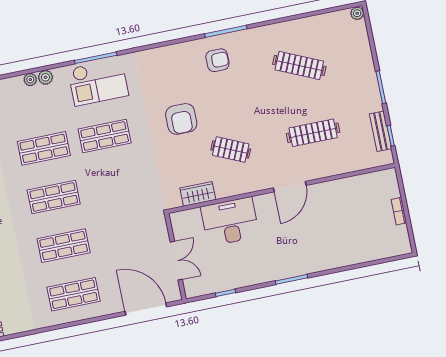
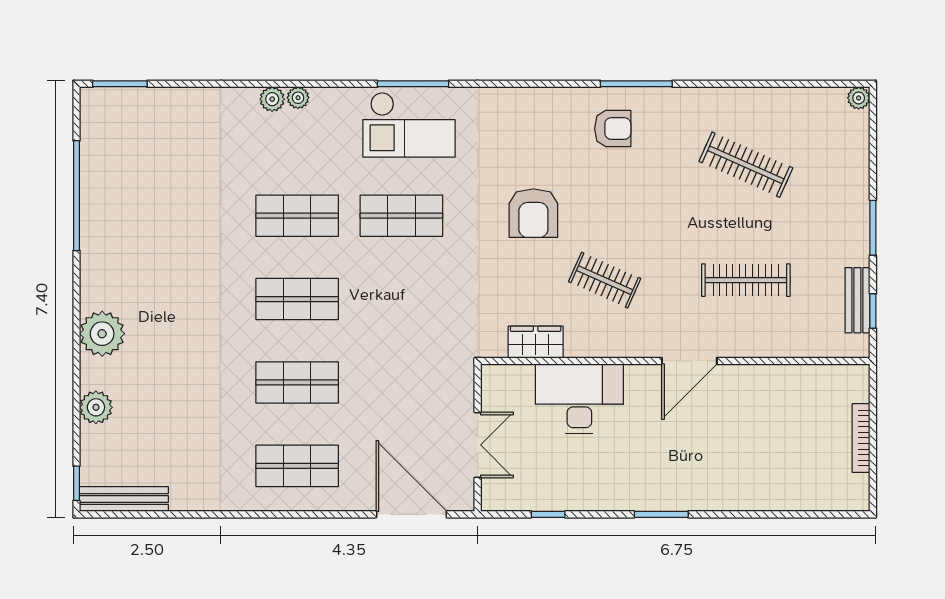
plant: (46, 77) -> (272, 99), moved
bookcase: (399, 211) -> (861, 438), width x1.56

